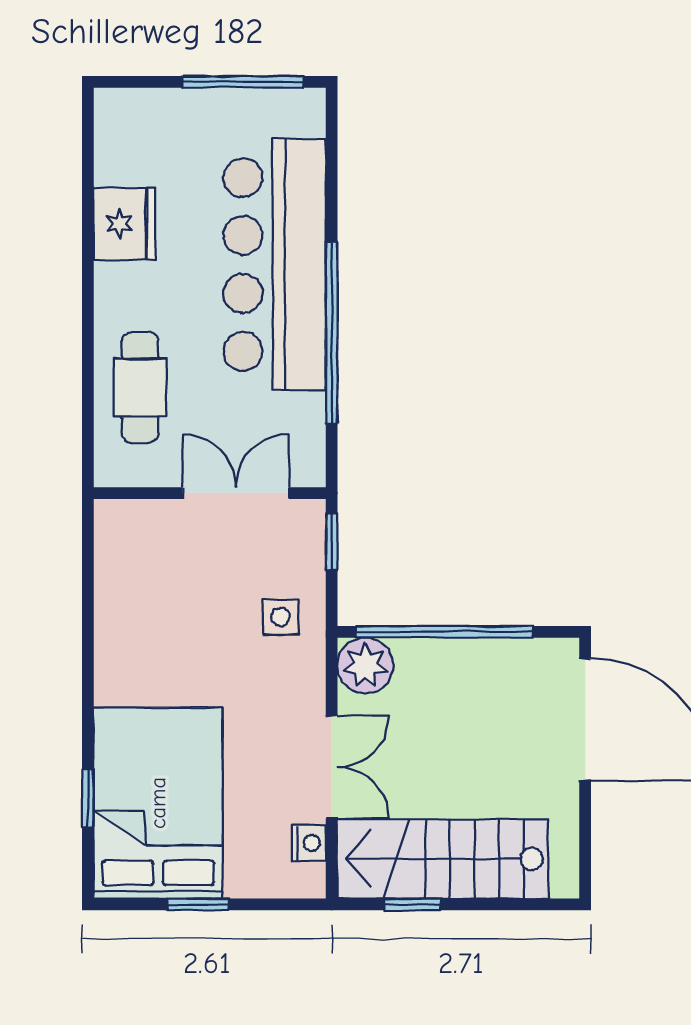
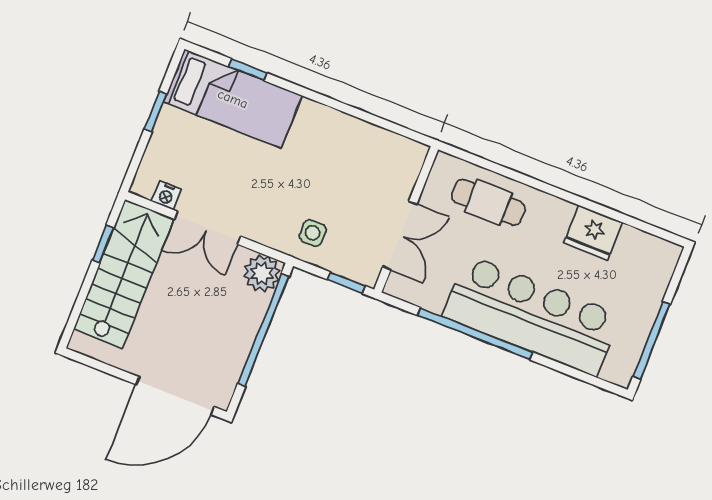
bed: (158, 803) -> (233, 99), width x0.67

